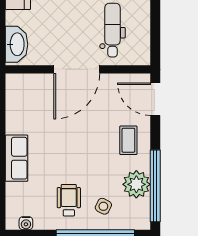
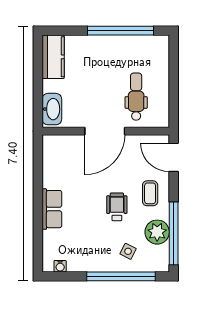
wheelchair: (69, 200) -> (117, 207), moved

